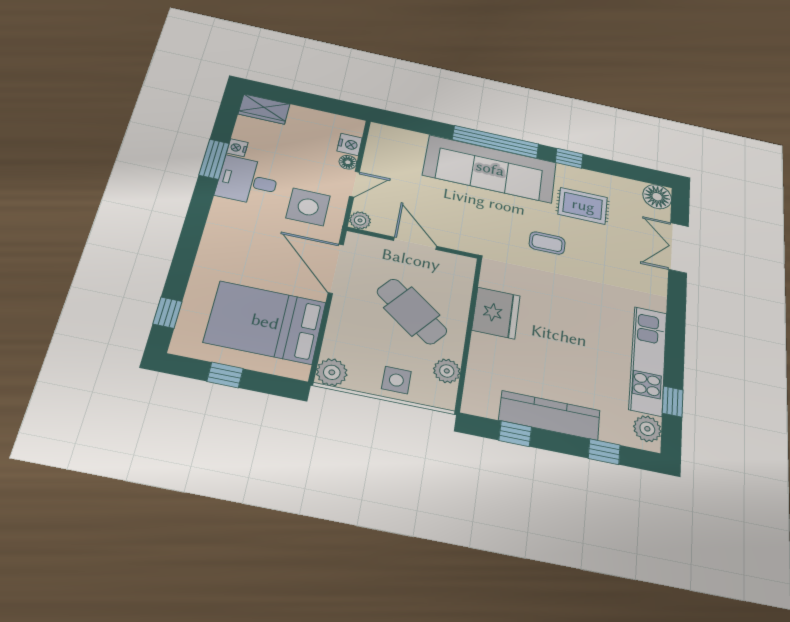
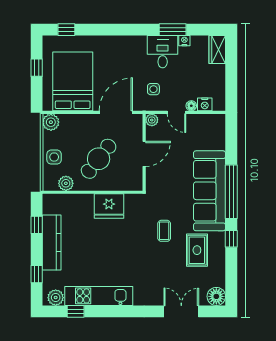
side table: (308, 207) -> (153, 89), width x0.54, depth x0.54

